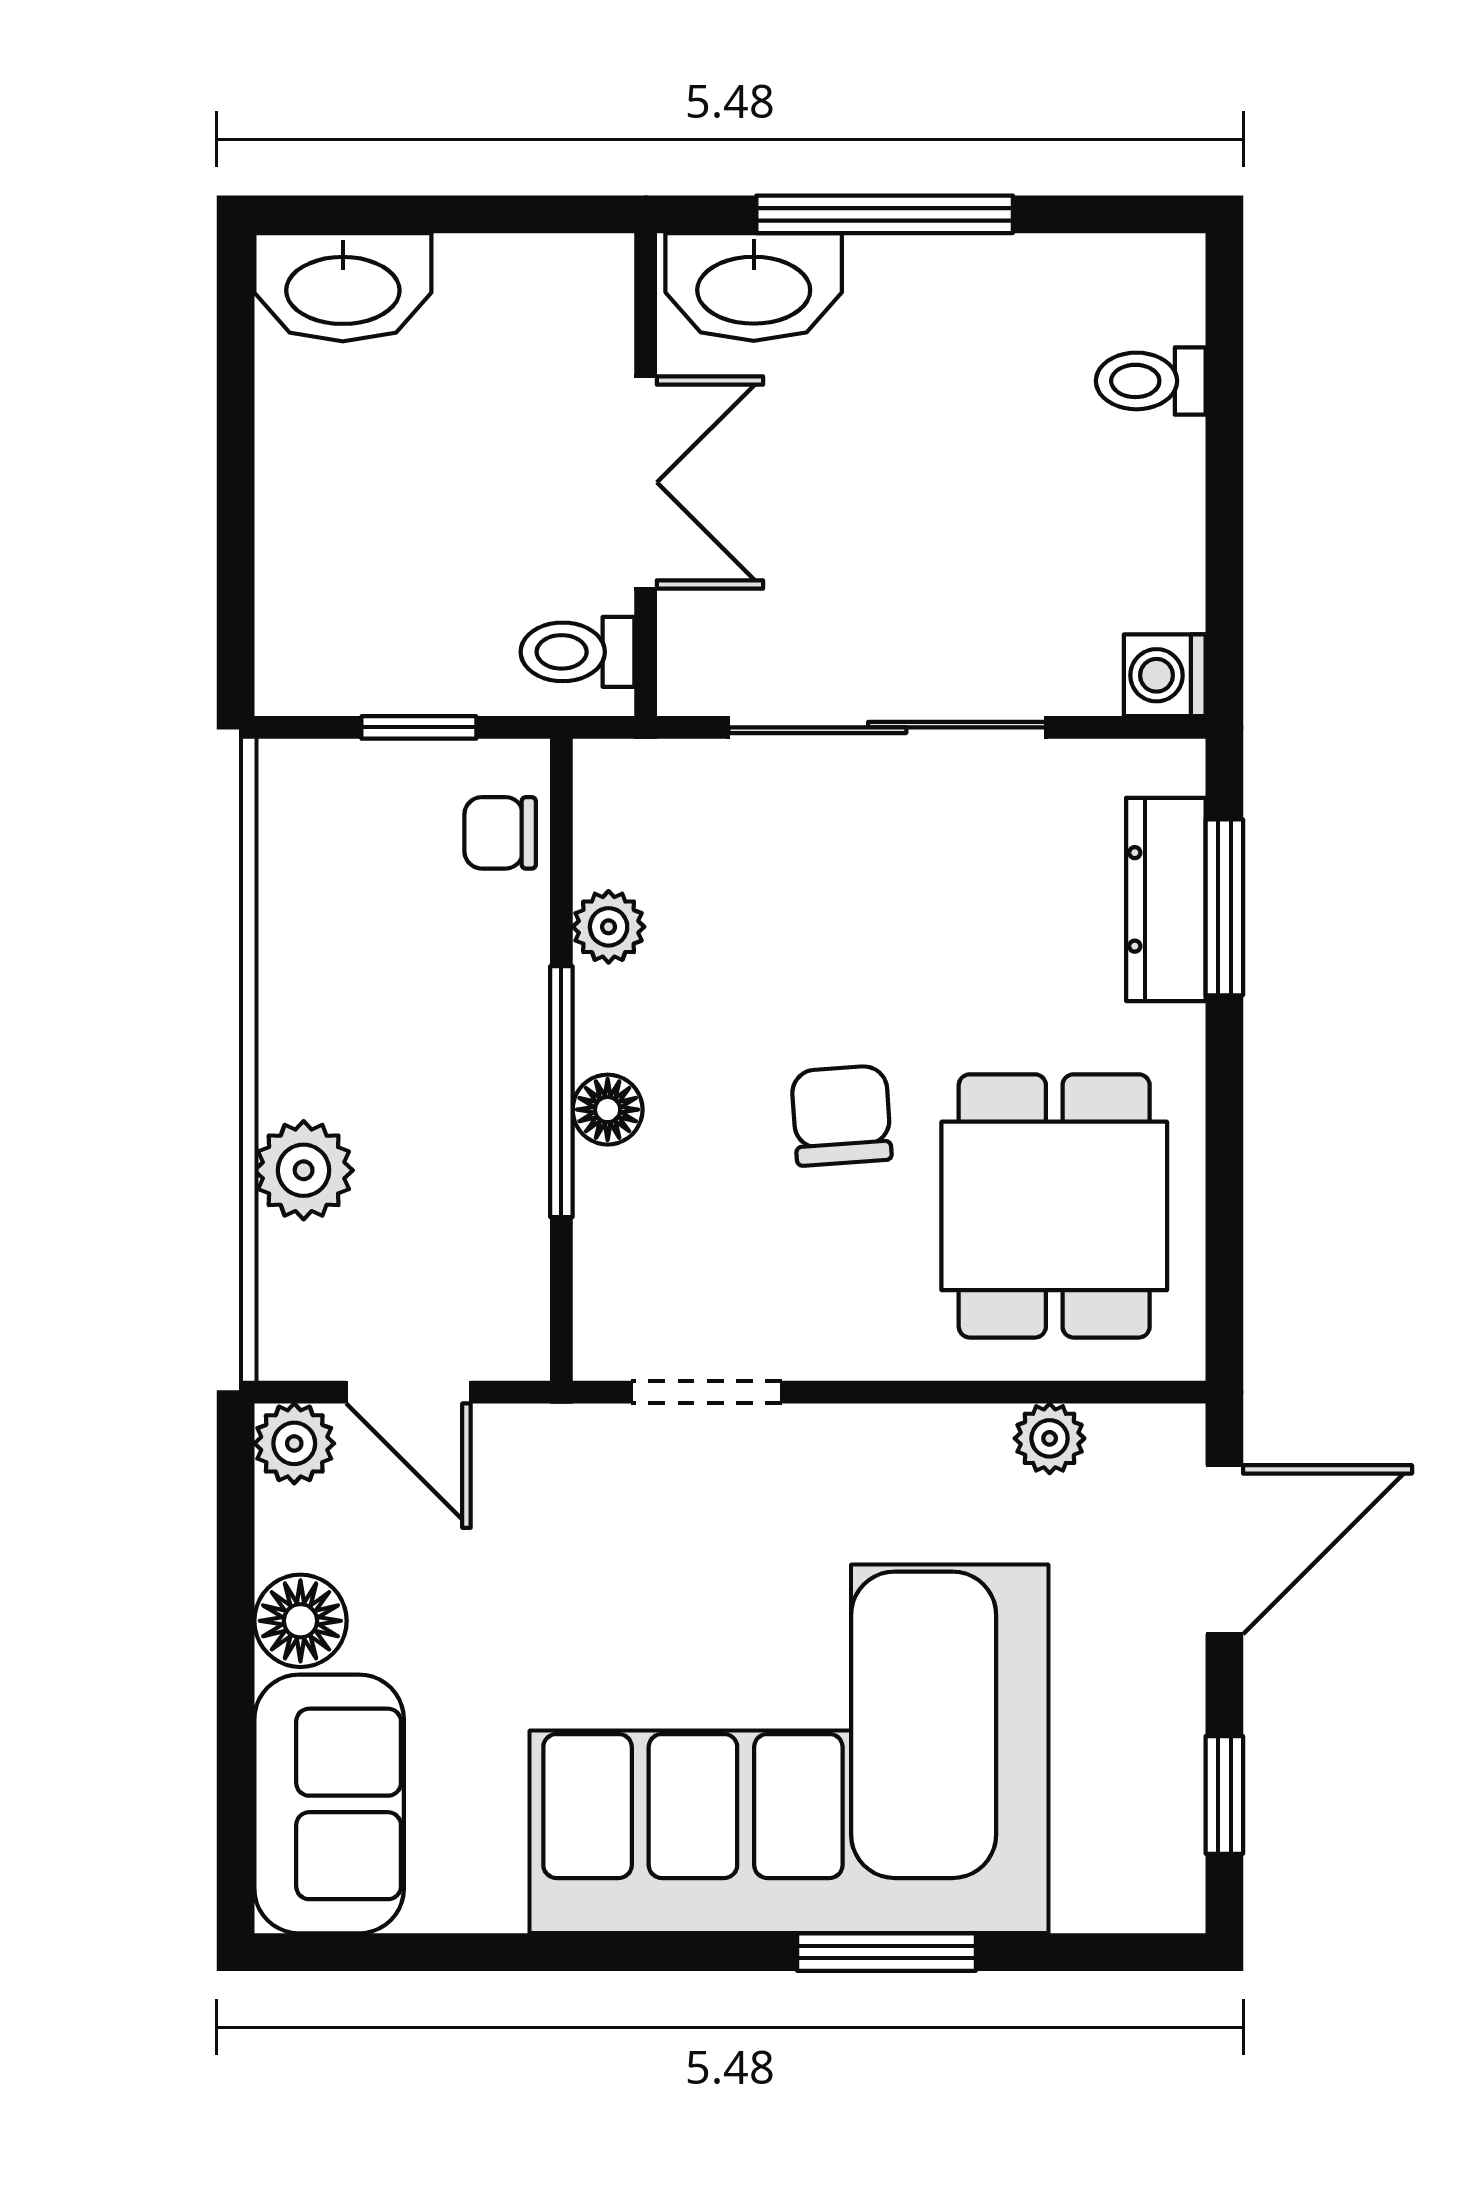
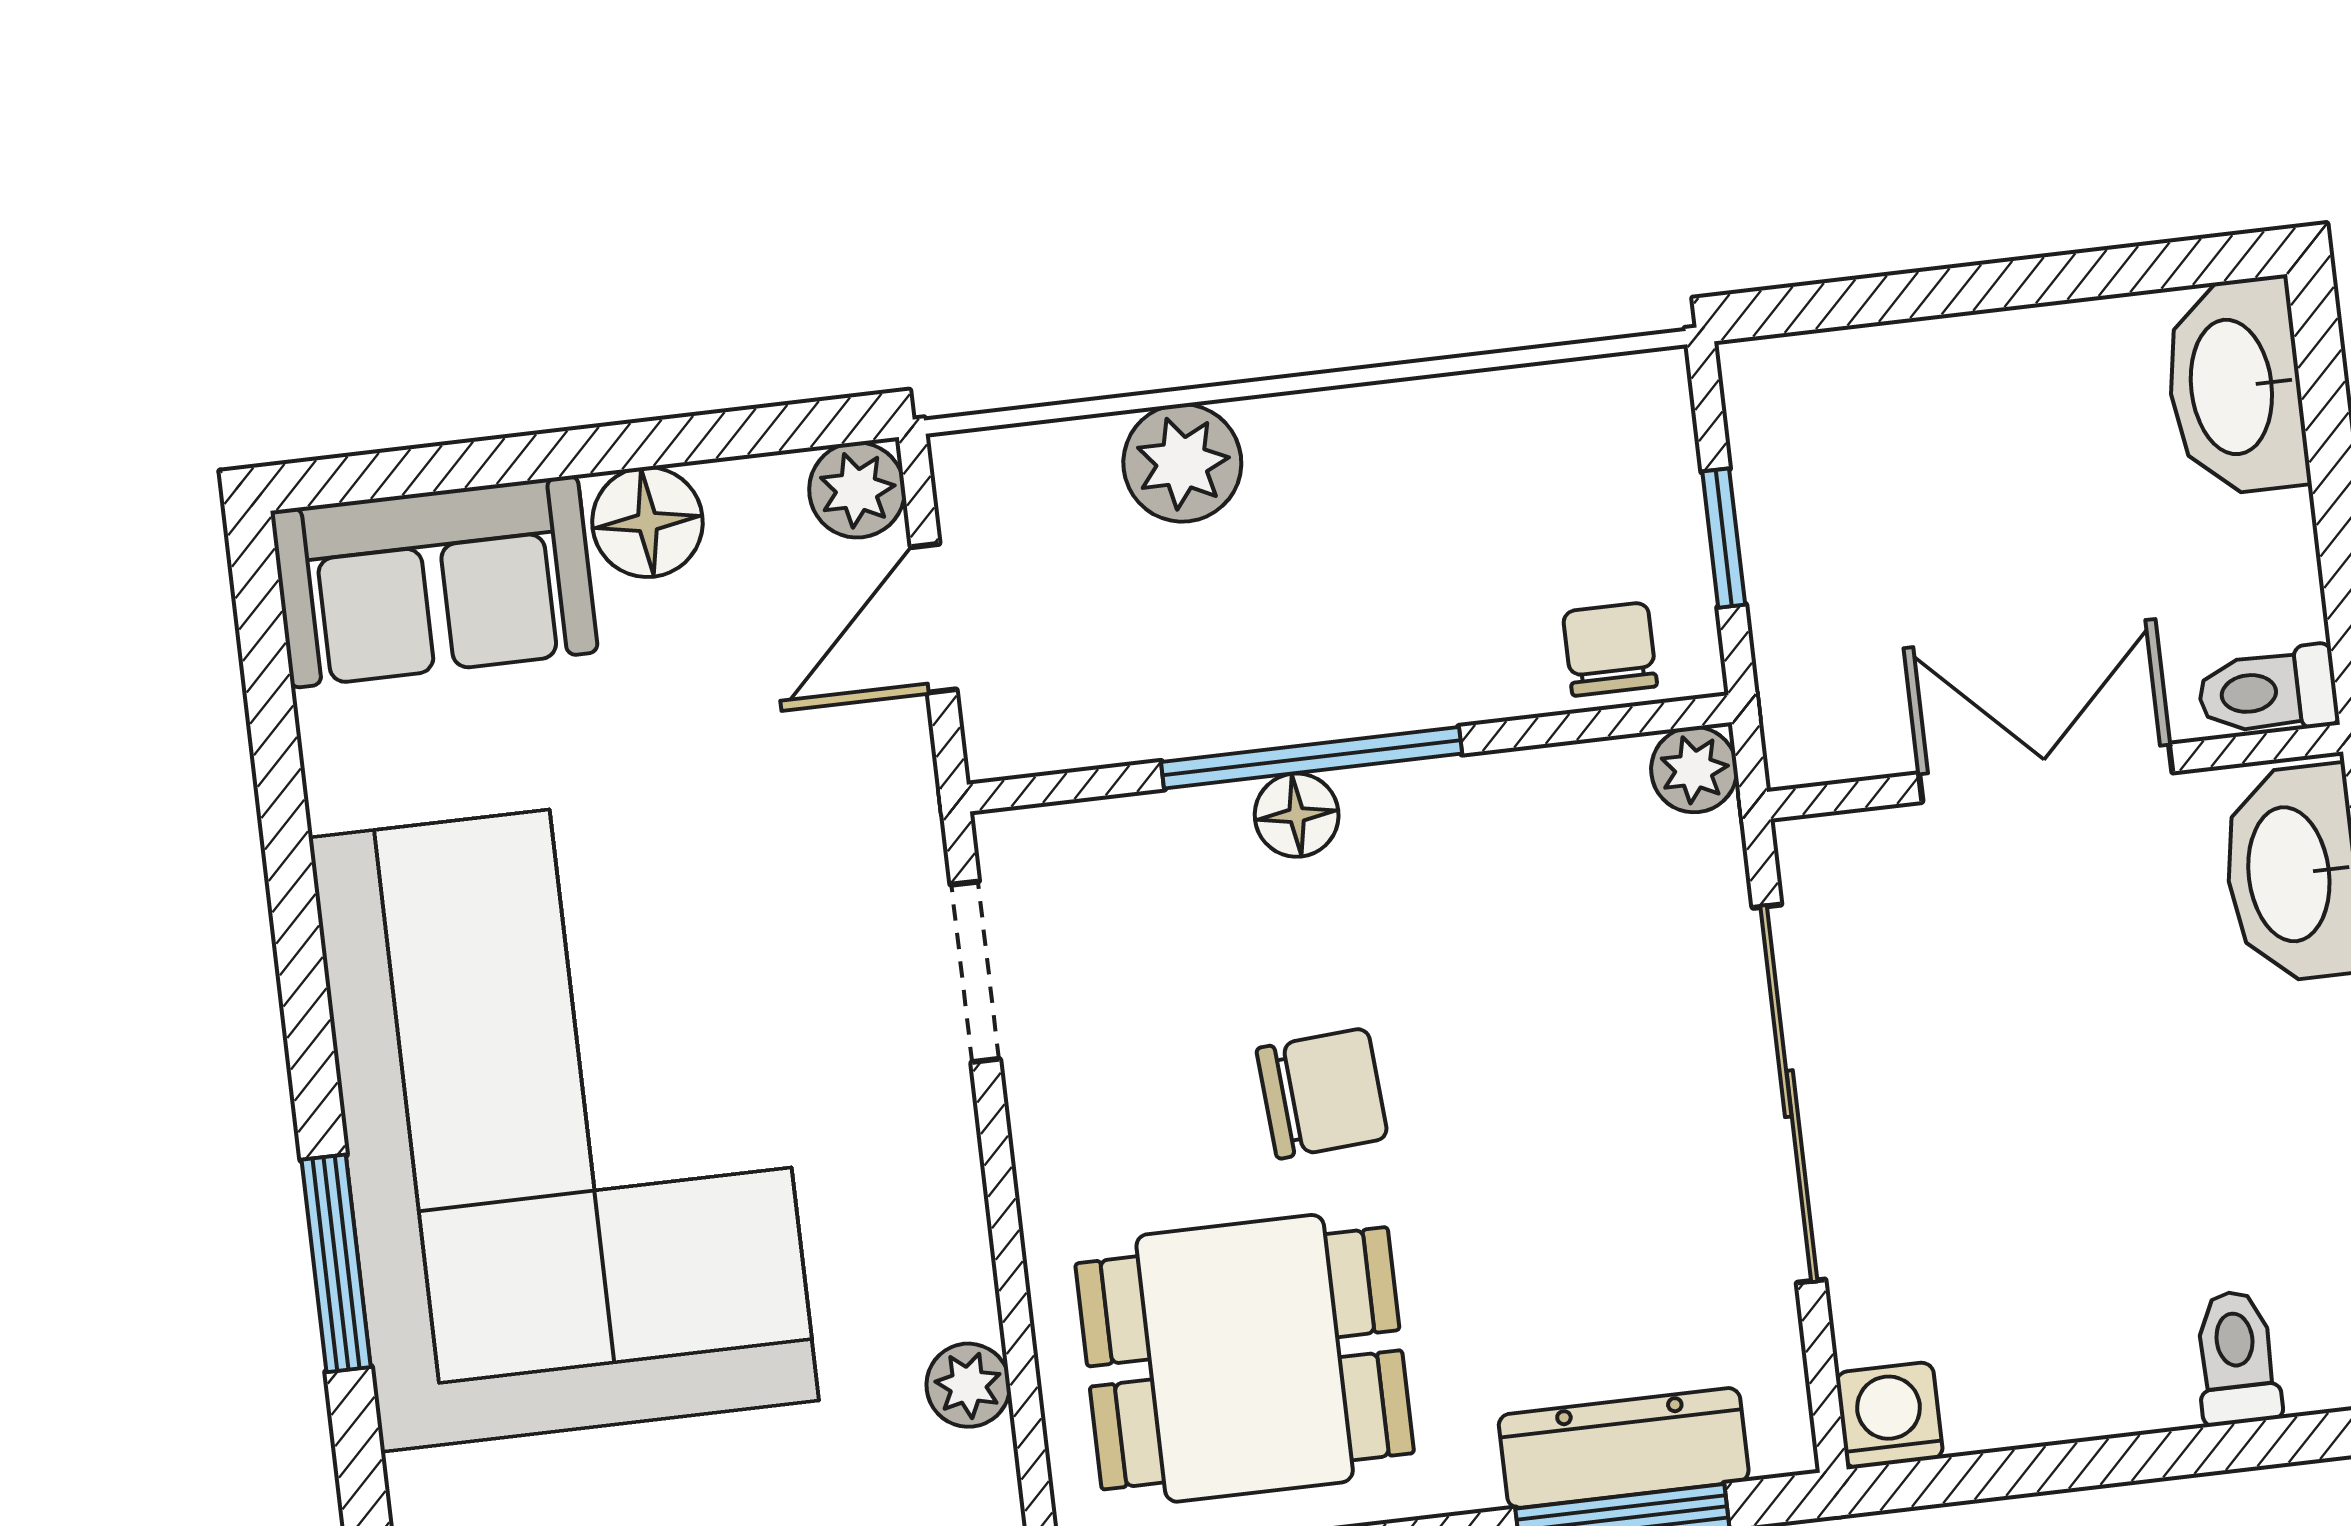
double door: (646, 482) -> (2046, 773), swing flipped
toilet: (578, 652) -> (2268, 691), moved, turned -90
plant: (609, 927) -> (1694, 770), moved

